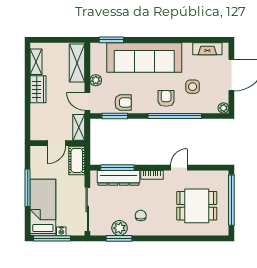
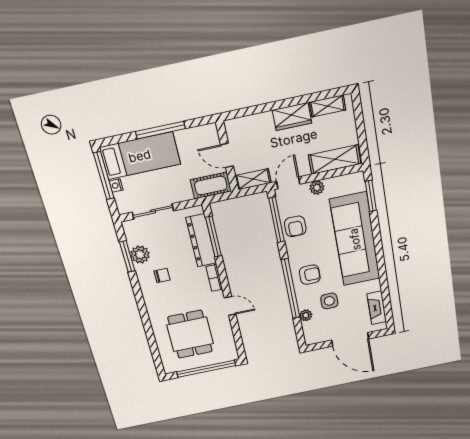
plant: (223, 108) -> (306, 315), moved
window: (115, 116) -> (277, 220), width x1.44
sliding door: (87, 209) -> (153, 211), width x0.73

